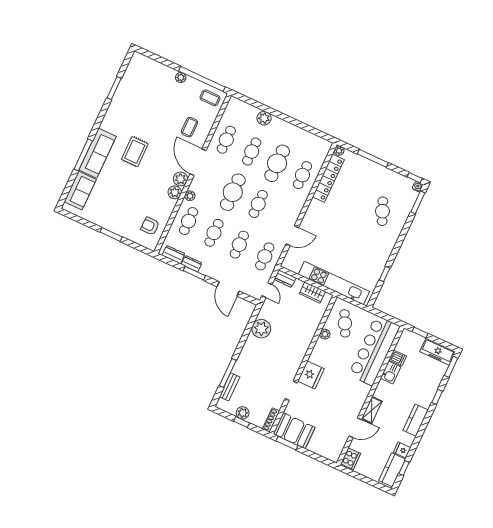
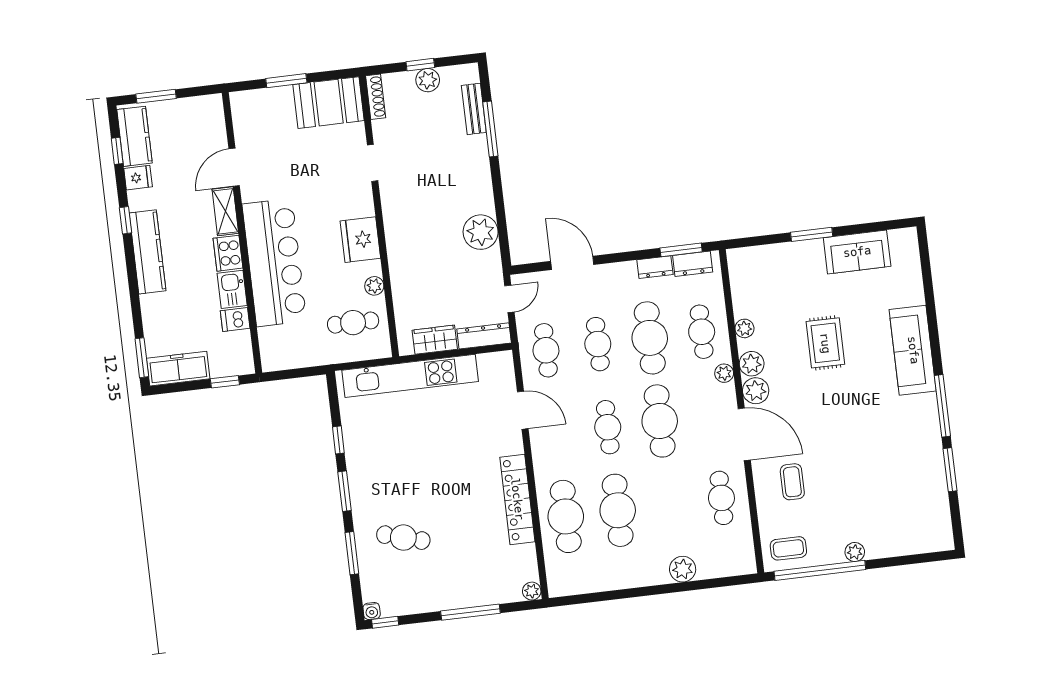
rug: (135, 152) -> (825, 343), moved
cafe table: (252, 152) -> (670, 504), removed
window: (83, 155) -> (942, 406), moved
cafe table: (302, 175) -> (566, 516), width x1.37, depth x1.35
locker: (328, 178) -> (517, 499), moved
sofa: (80, 191) -> (857, 252), moved, turned -90
window: (418, 202) -> (352, 553), moved
plant: (168, 210) -> (744, 328), added
cafe table: (382, 211) -> (403, 538), turned -51
armchair: (150, 226) -> (758, 286), removed
cafe table: (214, 233) -> (650, 338), width x1.37, depth x1.35
door: (292, 236) -> (523, 410), swing flipped
window: (396, 249) -> (344, 491), added
window: (194, 273) -> (681, 250), moved
dresser: (285, 279) -> (484, 336), width x1.44
door: (267, 290) -> (509, 299), swing flipped
cafe table: (345, 323) -> (353, 323), turned -63
bar counter: (374, 351) -> (274, 262), moved
fridge: (311, 375) -> (360, 240), moved
window: (437, 397) -> (125, 220), moved
kitchen counter: (416, 420) -> (147, 252), width x1.50
window: (287, 443) -> (286, 81), moved
cooker: (351, 459) -> (228, 253), moved
window: (371, 482) -> (156, 96), added

